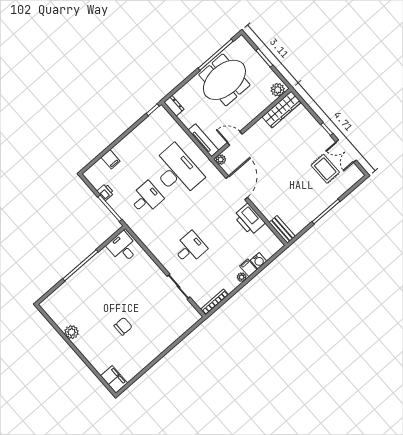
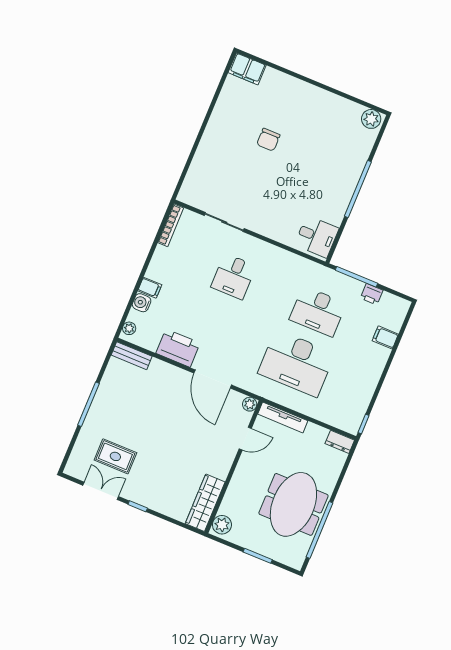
desk: (146, 198) -> (318, 311), width x1.37
plant: (242, 277) -> (129, 328), moved
plant: (72, 332) -> (371, 119), moved

